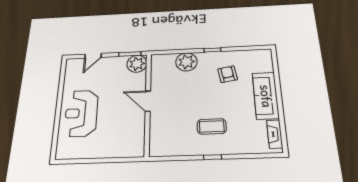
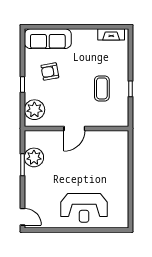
door: (93, 56) -> (23, 217), moved
sofa: (266, 96) -> (48, 39), moved
door: (148, 101) -> (74, 128), moved
wall: (148, 103) -> (76, 128), moved

